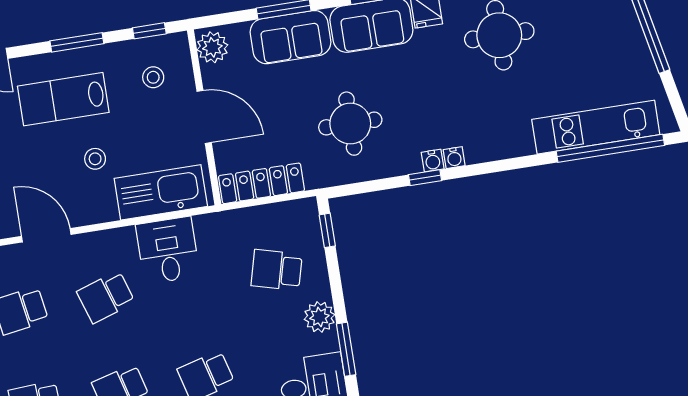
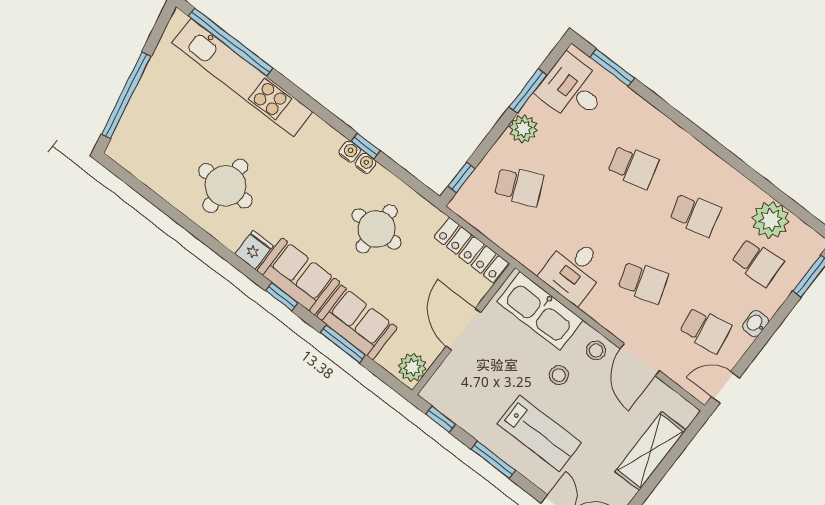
stool: (153, 77) -> (596, 350), moved
kitchen unit: (596, 127) -> (242, 77), width x1.36
water cooler: (454, 158) -> (366, 163), moved
school desk: (277, 270) -> (519, 186), turned -39

